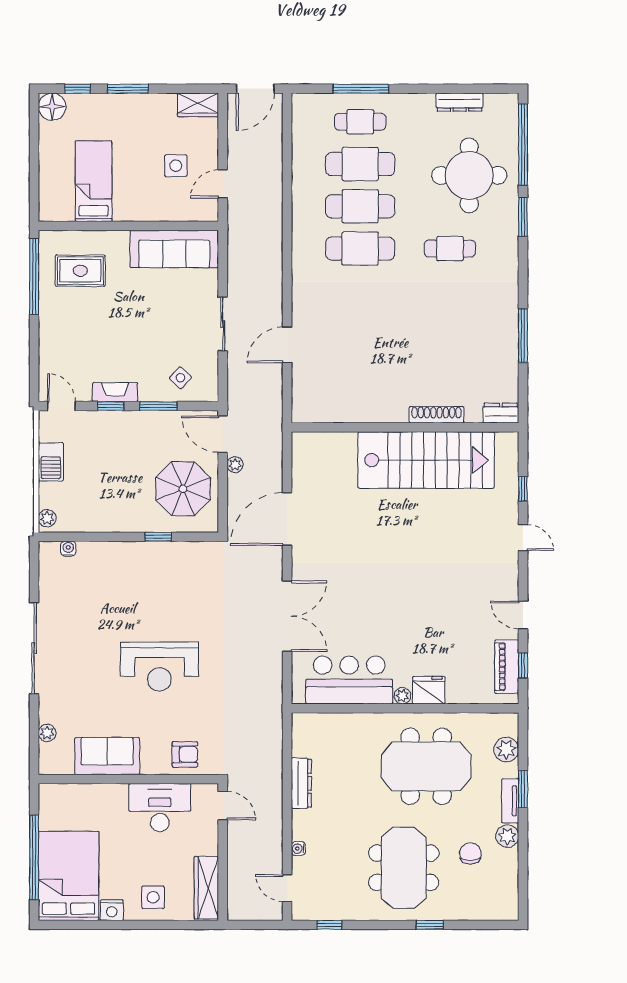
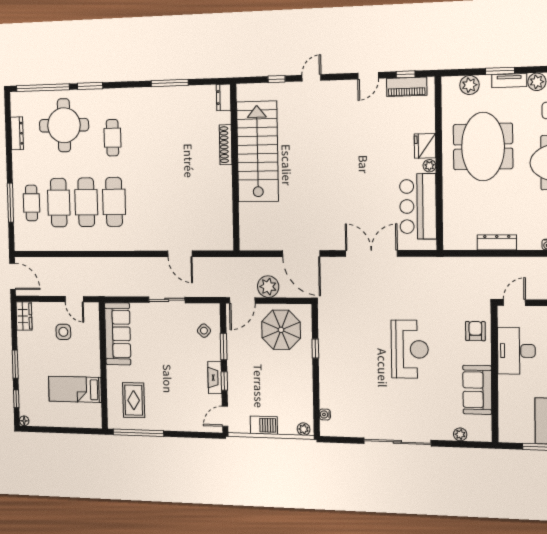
floor lamp: (52, 107) -> (24, 421), width x0.53, depth x0.53
plant: (235, 465) -> (268, 287), width x1.87, depth x1.87

